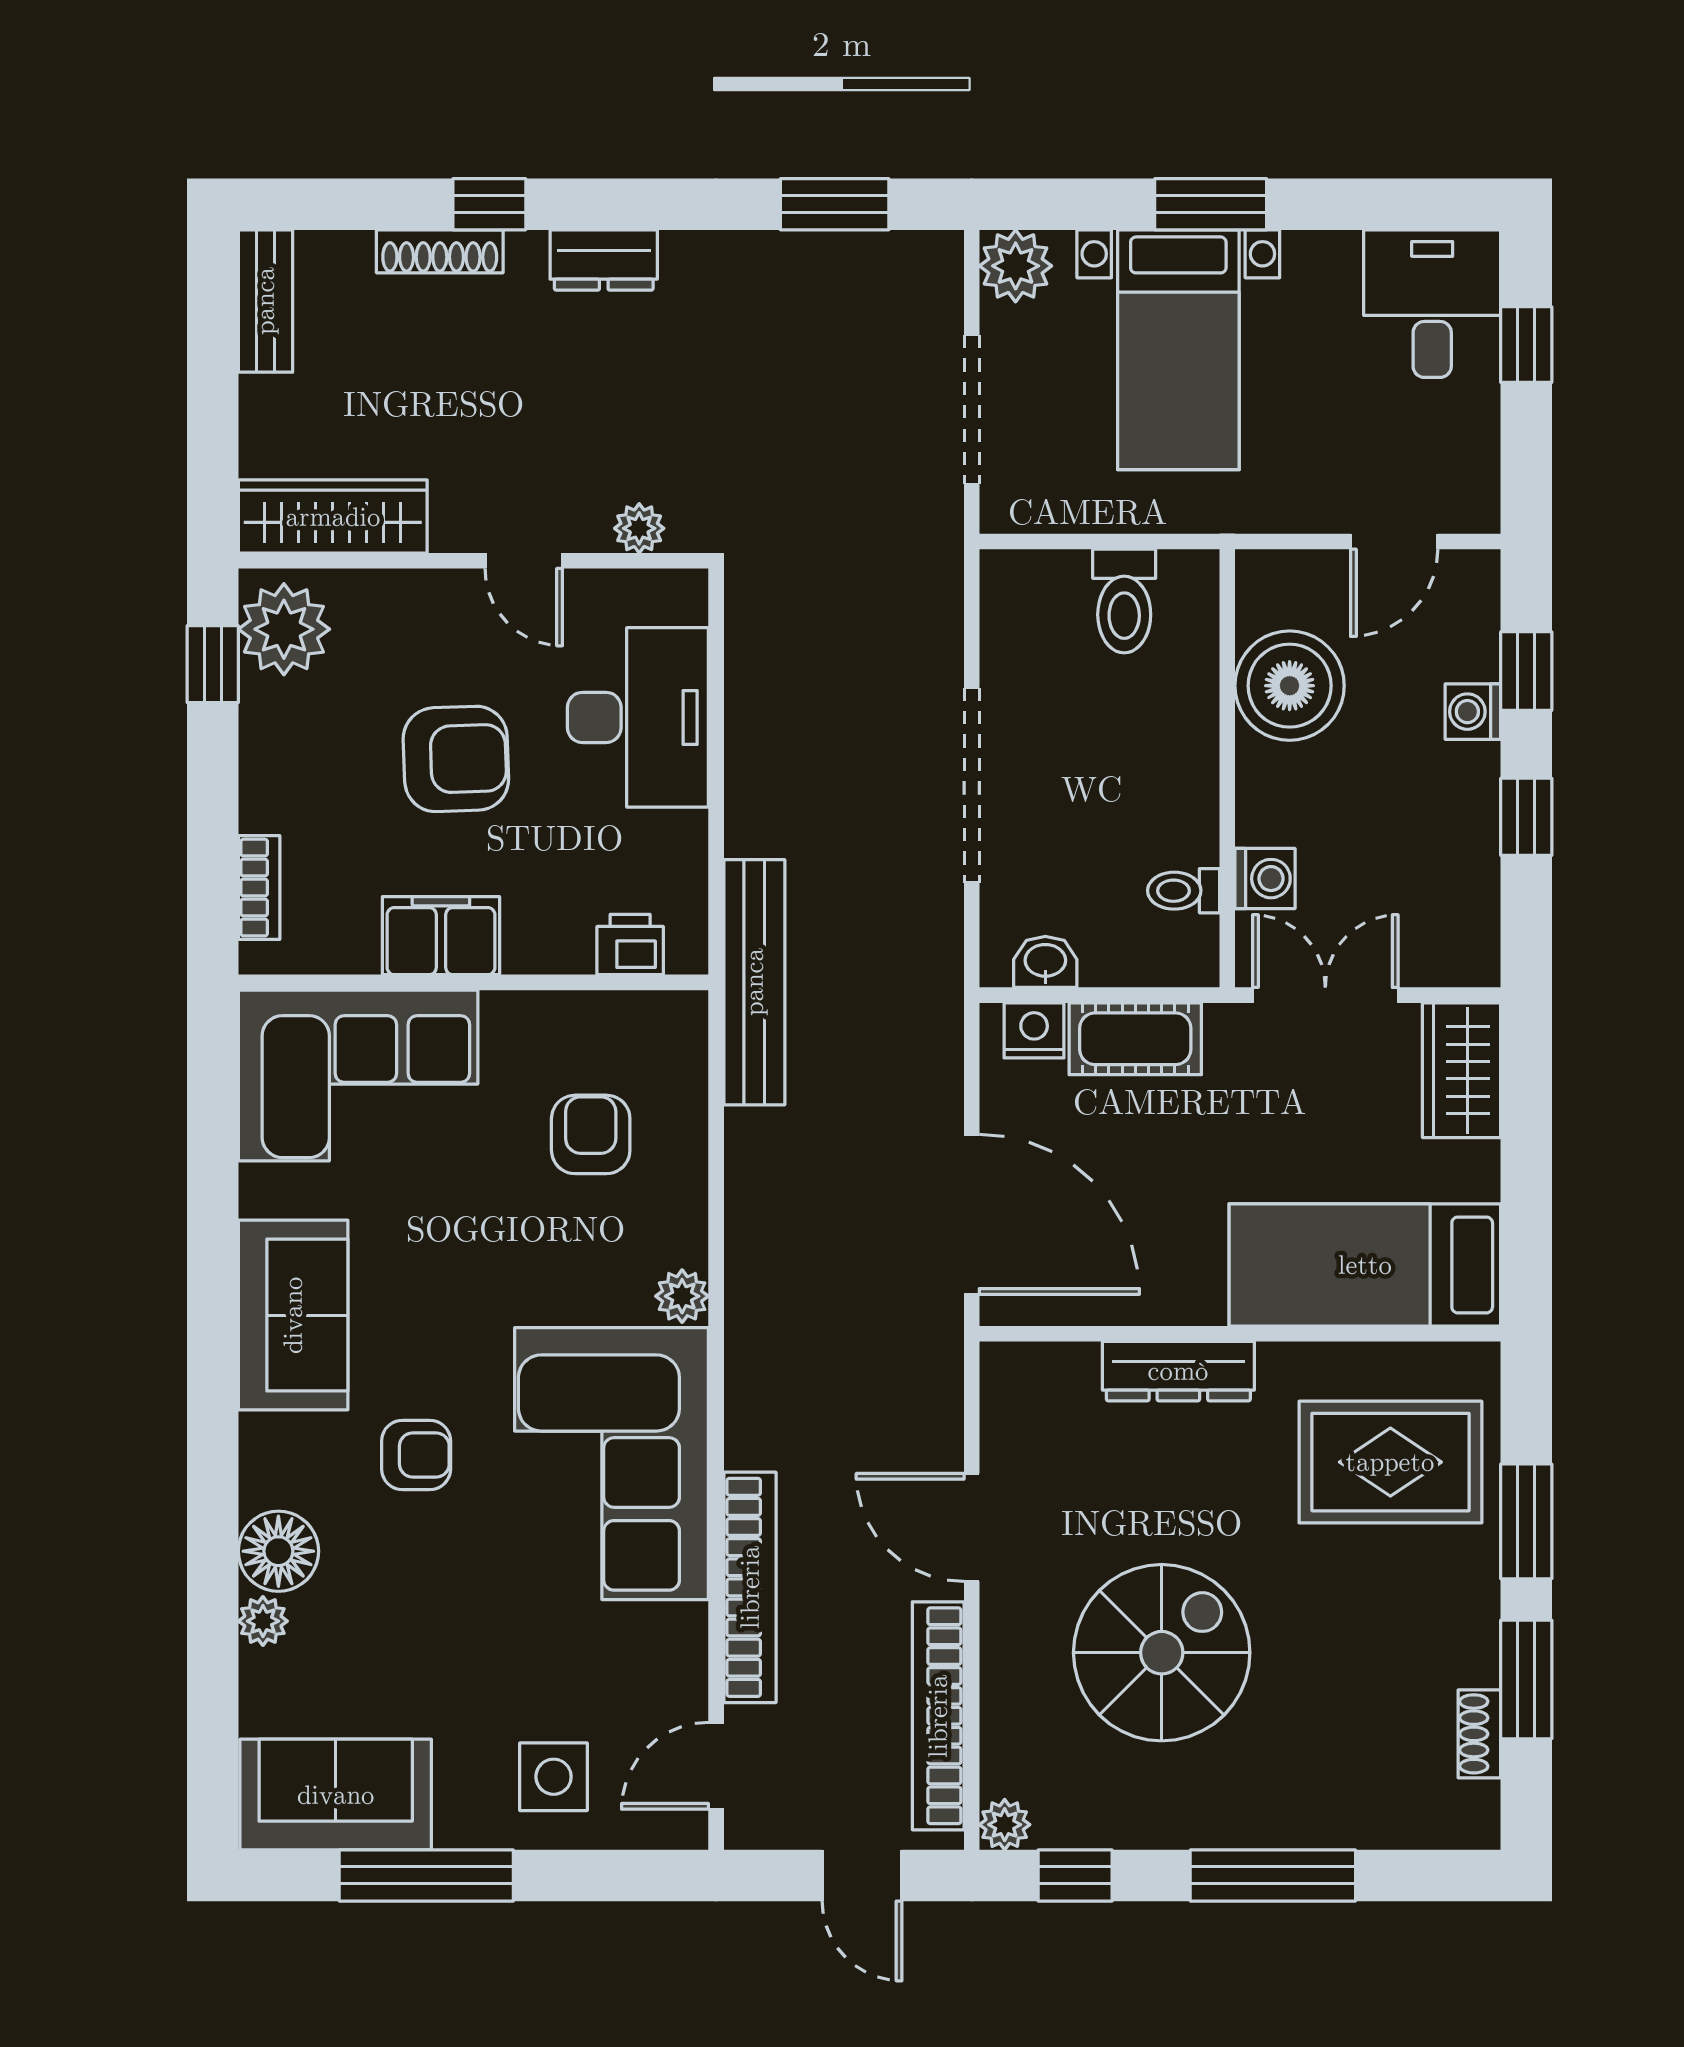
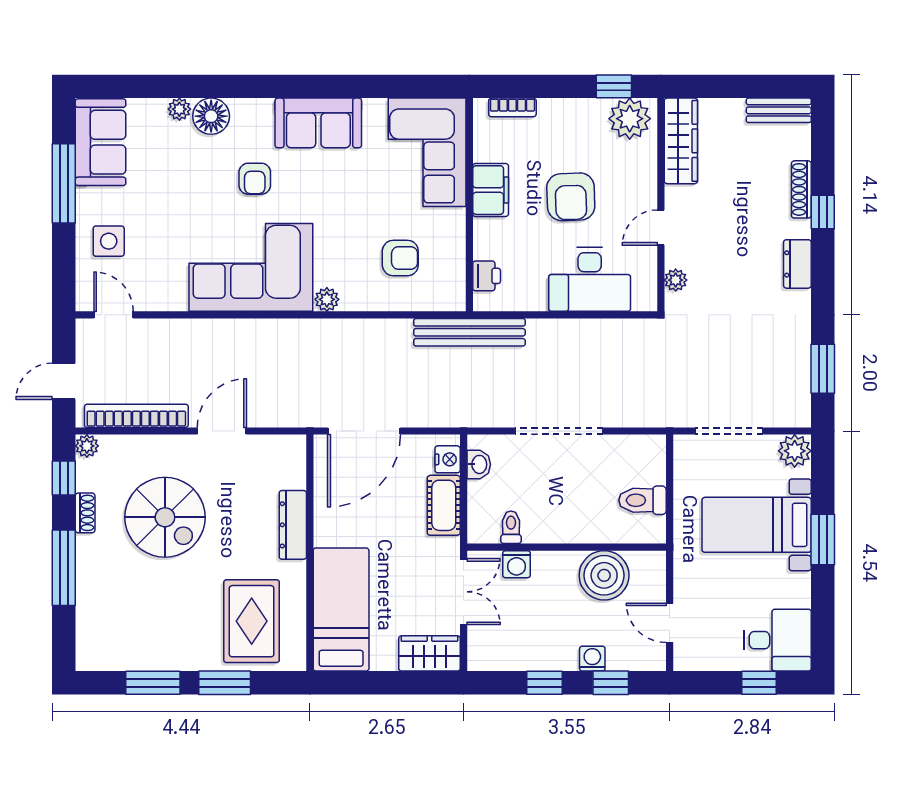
bookcase: (750, 1587) -> (195, 330), removed
shoe rack: (1479, 1734) -> (85, 513), moved, turned 90

